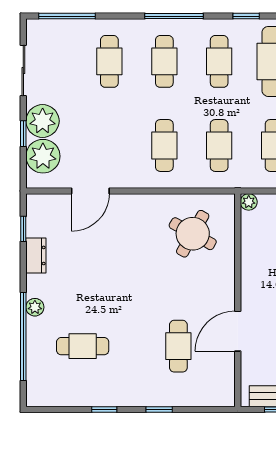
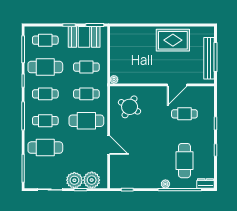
cafe table: (109, 61) -> (45, 148), width x1.37, depth x1.35
cafe table: (164, 145) -> (86, 121), width x1.37, depth x1.35
door: (90, 191) -> (109, 145), moved
dresser: (36, 255) -> (206, 183), moved
door: (238, 331) -> (177, 85), hinge flipped
cafe table: (83, 346) -> (184, 161), width x1.37, depth x1.35

